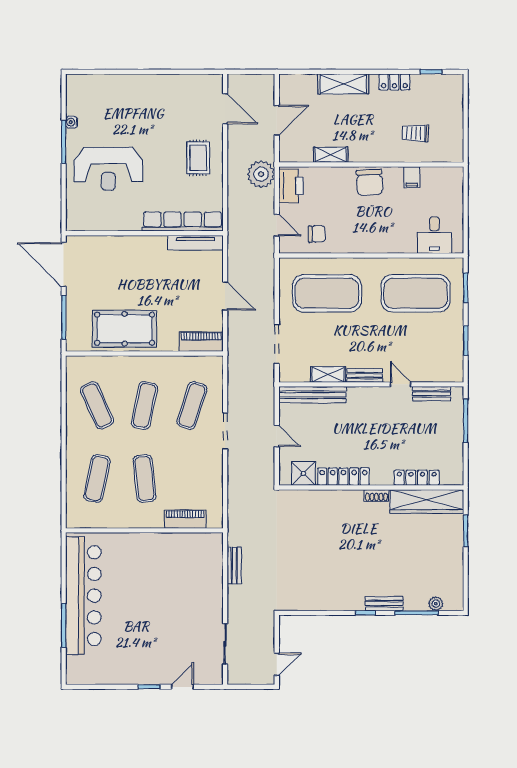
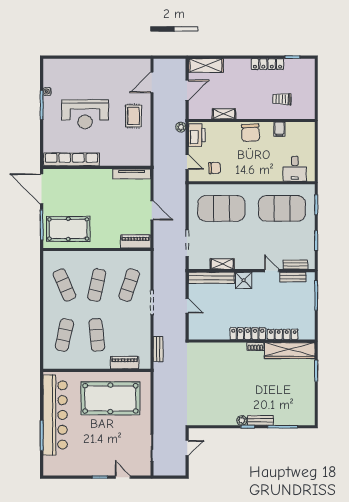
locker: (394, 82) -> (268, 64), width x1.53
shelving: (343, 84) -> (206, 65), moved
door: (225, 109) -> (152, 82), swing flipped
reception desk: (108, 169) -> (85, 114), moved
plant: (261, 174) -> (181, 127), width x0.53, depth x0.53
row of seats: (183, 222) -> (72, 159), moved
pool table: (125, 329) -> (68, 229), moved
bench: (365, 376) -> (295, 265), moved
shower: (303, 473) -> (244, 280), moved
locker: (343, 477) -> (248, 334), moved
bench: (234, 565) -> (158, 349), moved
pool table: (164, 571) -> (110, 398), added
plant: (436, 604) -> (242, 420), moved
door: (277, 664) -> (187, 448), moved
door: (183, 687) -> (123, 477), hinge flipped

